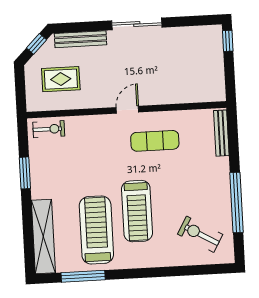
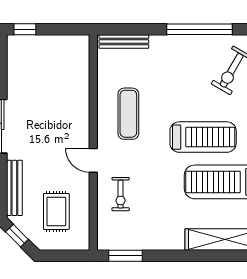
door: (127, 110) -> (93, 160), moved
exercise bike: (49, 129) -> (121, 194), moved, turned 180
window: (25, 173) -> (126, 256), moved

